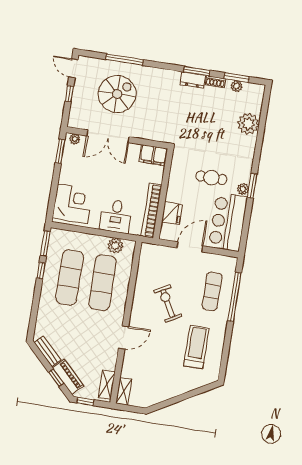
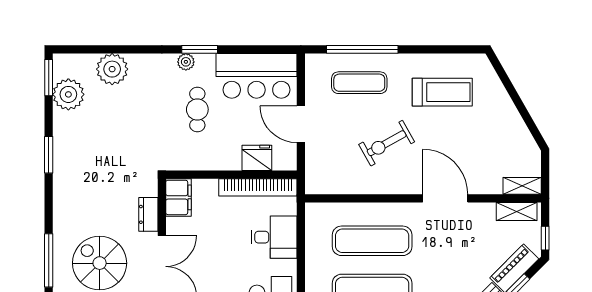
window: (237, 78) -> (49, 78), moved
dresser: (193, 80) -> (148, 214), moved, turned 180
shoe rack: (215, 82) -> (59, 126), removed
plant: (237, 86) -> (68, 94), width x1.87, depth x1.87
plant: (243, 189) -> (186, 62), moved
plant: (115, 245) -> (316, 231), removed
door: (124, 337) -> (445, 198), width x1.36
treadmill: (196, 347) -> (442, 92), turned 180

